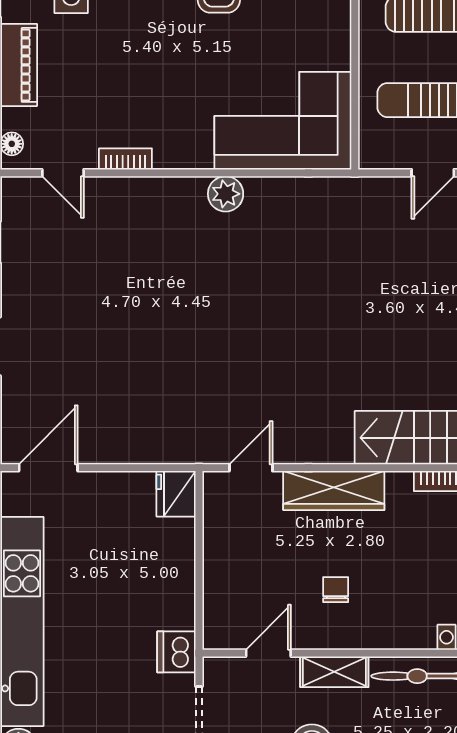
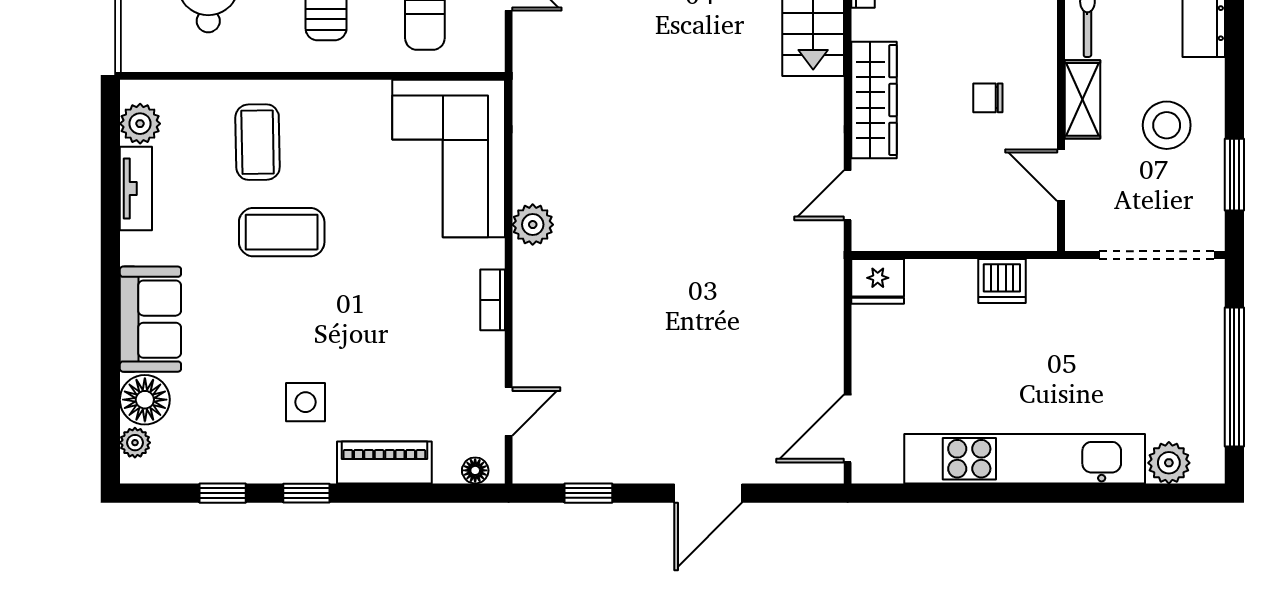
bookcase: (125, 159) -> (493, 300), moved
door: (48, 468) -> (848, 428), hinge flipped
door: (251, 468) -> (848, 195), hinge flipped
dishwasher: (176, 652) -> (1002, 281), moved

